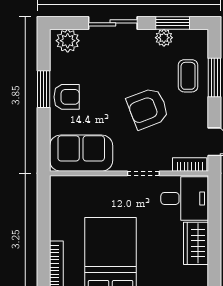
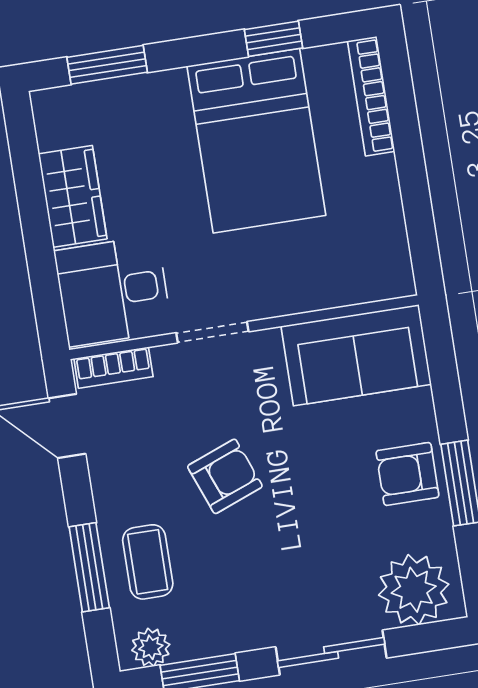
plant: (164, 38) -> (151, 647), moved
plant: (68, 41) -> (414, 590), width x1.36, depth x1.36
armchair: (148, 108) -> (225, 476), width x0.72, depth x0.72

